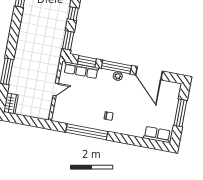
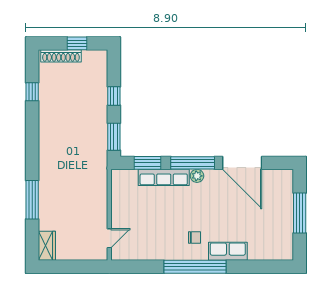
row of seats: (81, 70) -> (164, 177), moved
door: (56, 89) -> (109, 238), moved
window: (87, 132) -> (195, 267), moved
row of seats: (157, 134) -> (228, 251), moved

